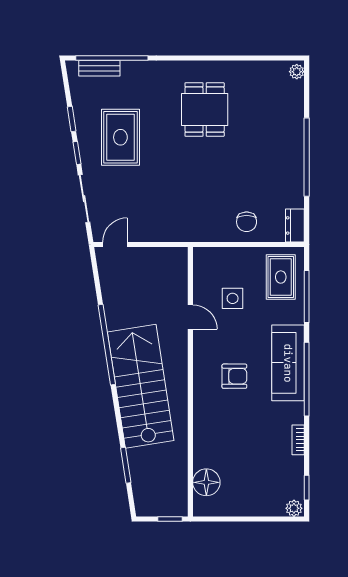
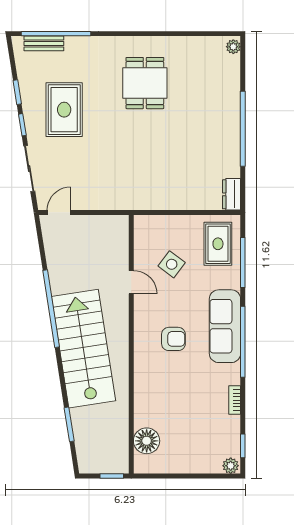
chair: (247, 222) -> (185, 191), removed
side table: (233, 298) -> (172, 264), turned 37

